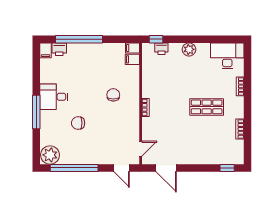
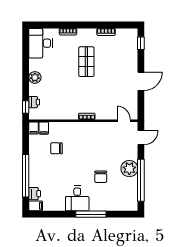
chair: (113, 95) -> (56, 148), moved
plant: (50, 155) -> (129, 169), moved
door: (166, 168) -> (141, 81), moved

